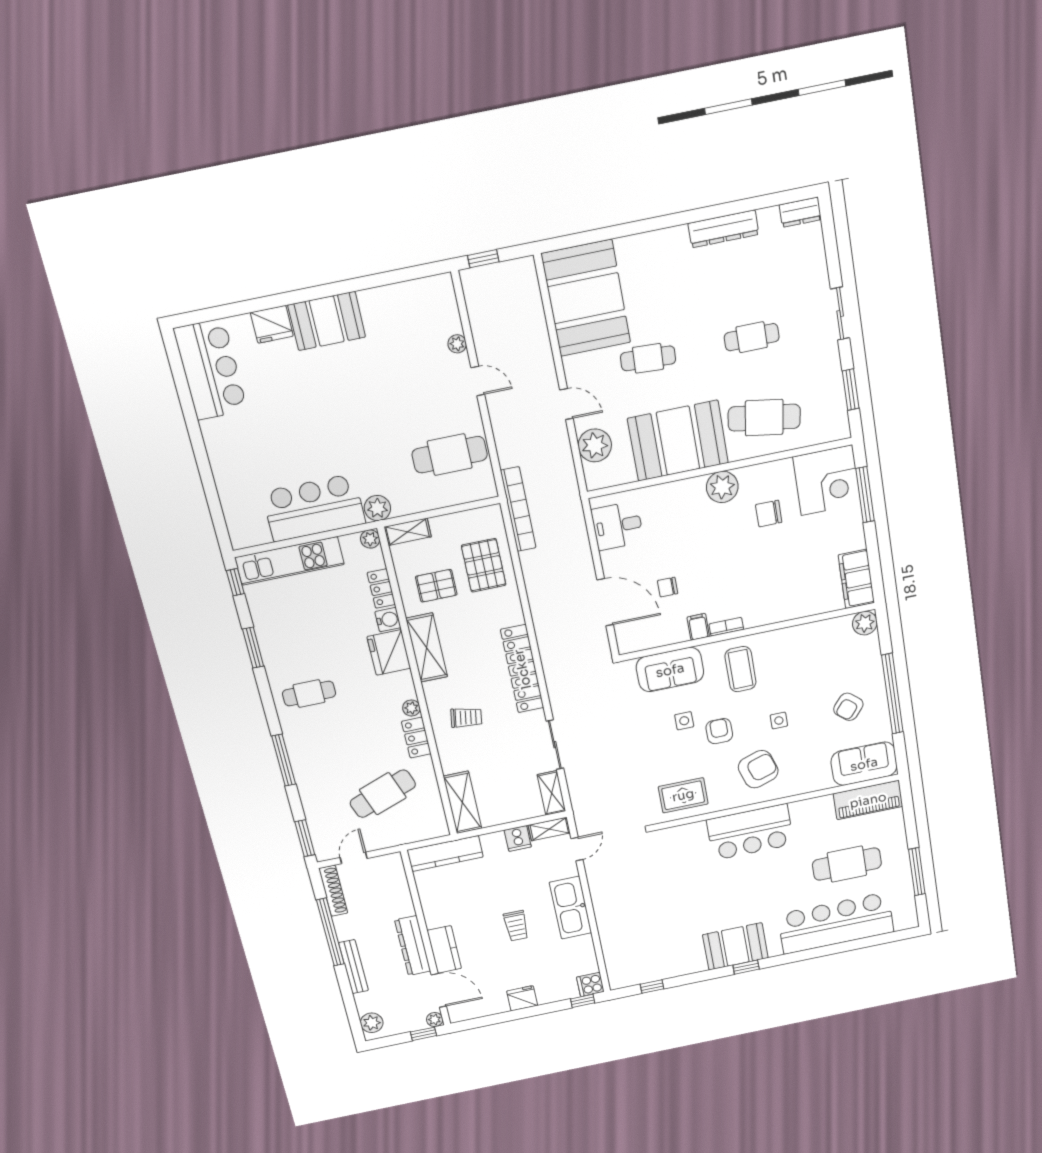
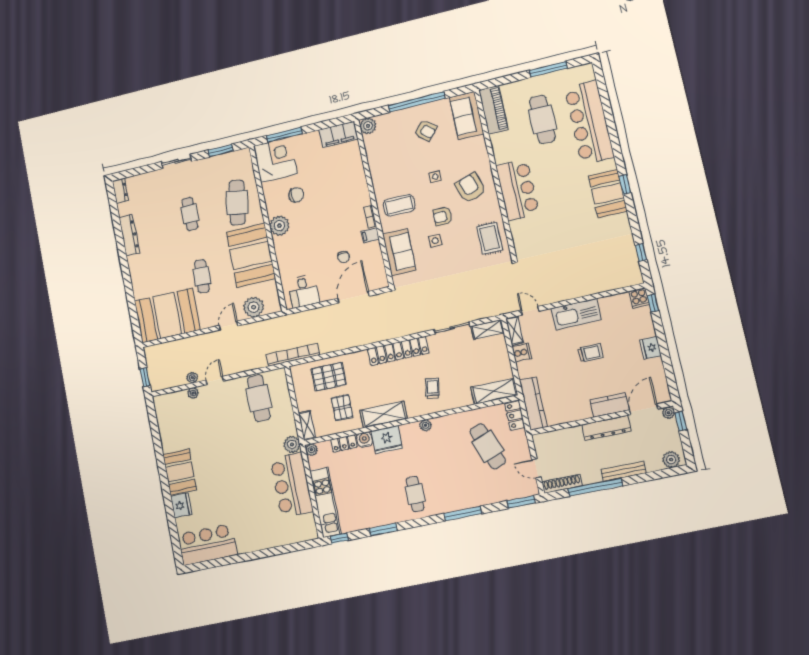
plant: (483, 342) -> (192, 378), added
chair: (769, 514) -> (296, 195), turned -94
locker: (416, 738) -> (515, 415), moved, turned 90

